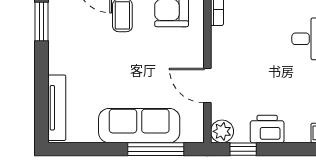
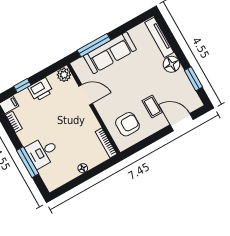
floor lamp: (61, 60) -> (171, 64), added
window: (243, 149) -> (22, 86), moved

